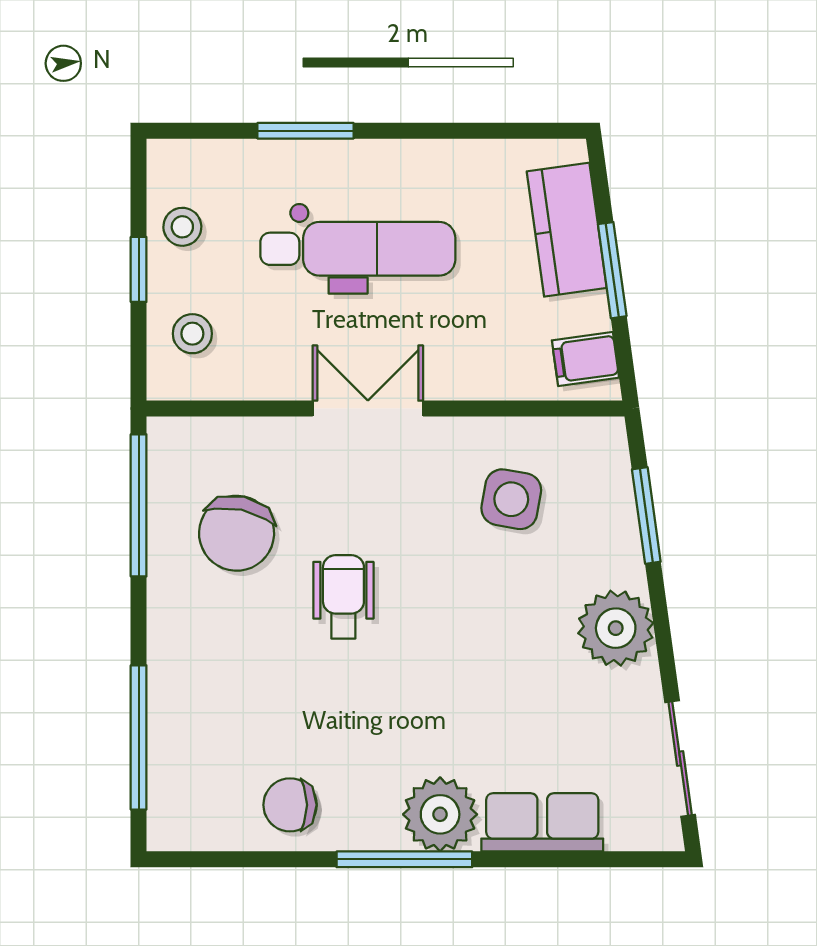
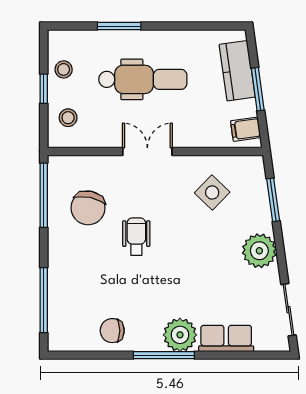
side table: (511, 499) -> (212, 192), turned 34

